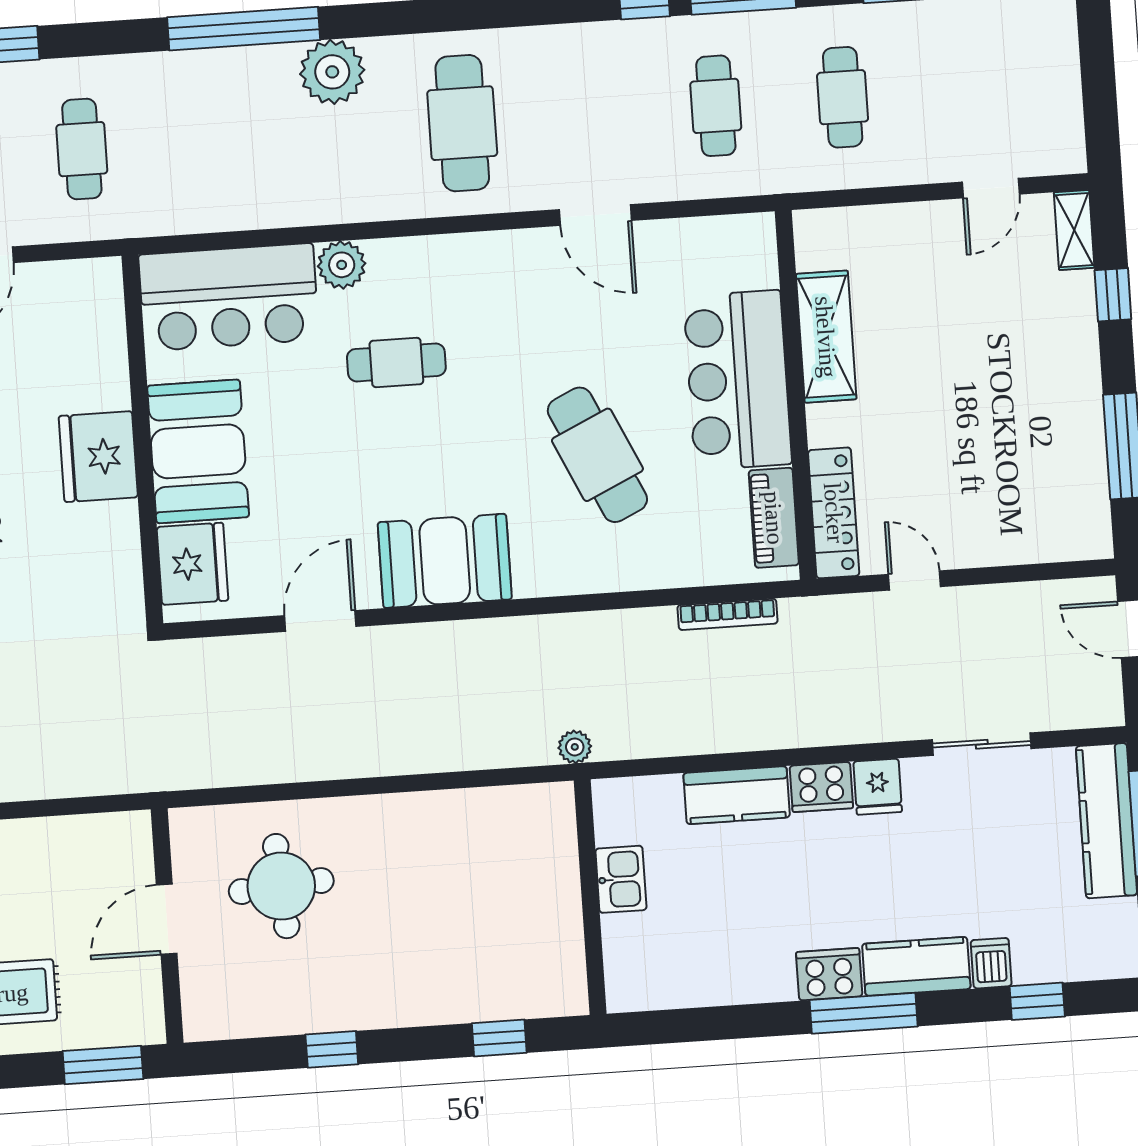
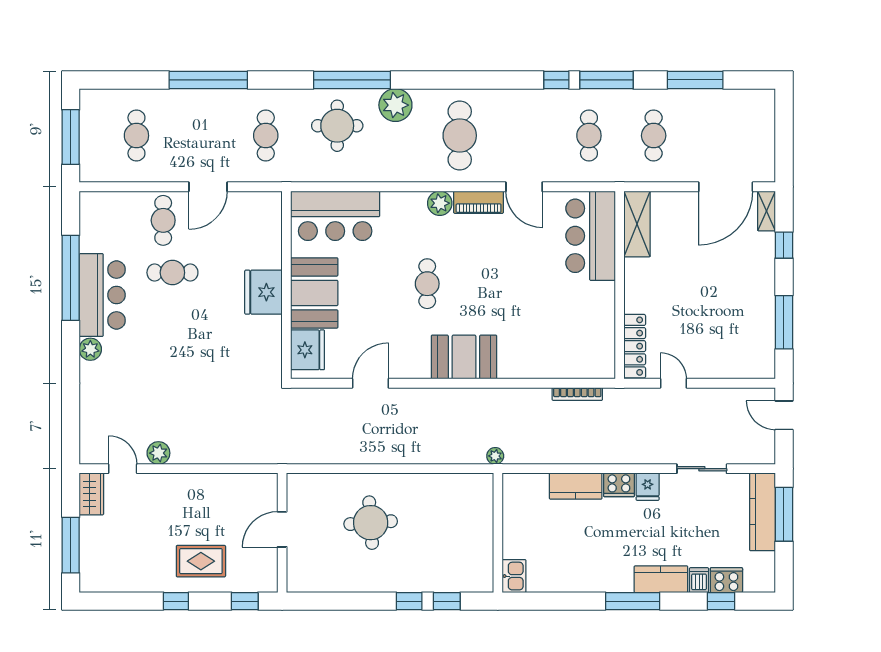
round table: (221, 120) -> (337, 126), added
door: (991, 188) -> (726, 187), width x1.87
plant: (342, 265) -> (440, 203), moved
shelving: (826, 337) -> (637, 224), moved
cafe table: (396, 362) -> (427, 284), moved, turned 90
bar counter: (738, 380) -> (591, 236), moved
cafe table: (597, 455) -> (517, 308), removed
piano: (774, 518) -> (479, 202), moved, turned -90
booth: (445, 561) -> (464, 357), moved
kitchen sink: (621, 879) -> (514, 576), moved
round table: (281, 886) -> (371, 523), moved
cooker: (829, 974) -> (726, 580), moved
window: (332, 1049) -> (409, 601), moved
window: (103, 1065) -> (245, 601), width x0.67

